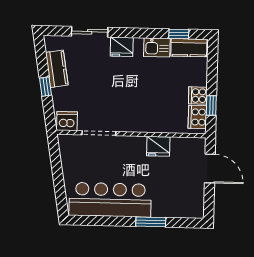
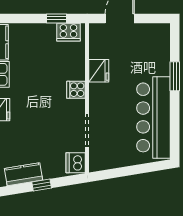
cooker: (198, 96) -> (76, 90), moved, turned 90

